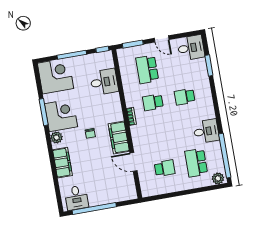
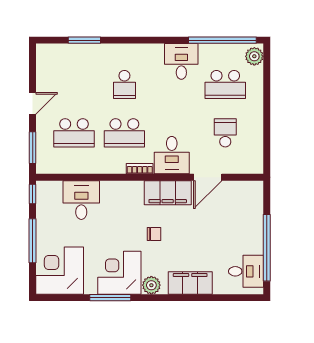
desk: (191, 48) -> (172, 155), moved, turned 180
school desk: (153, 102) -> (124, 133), width x1.85

